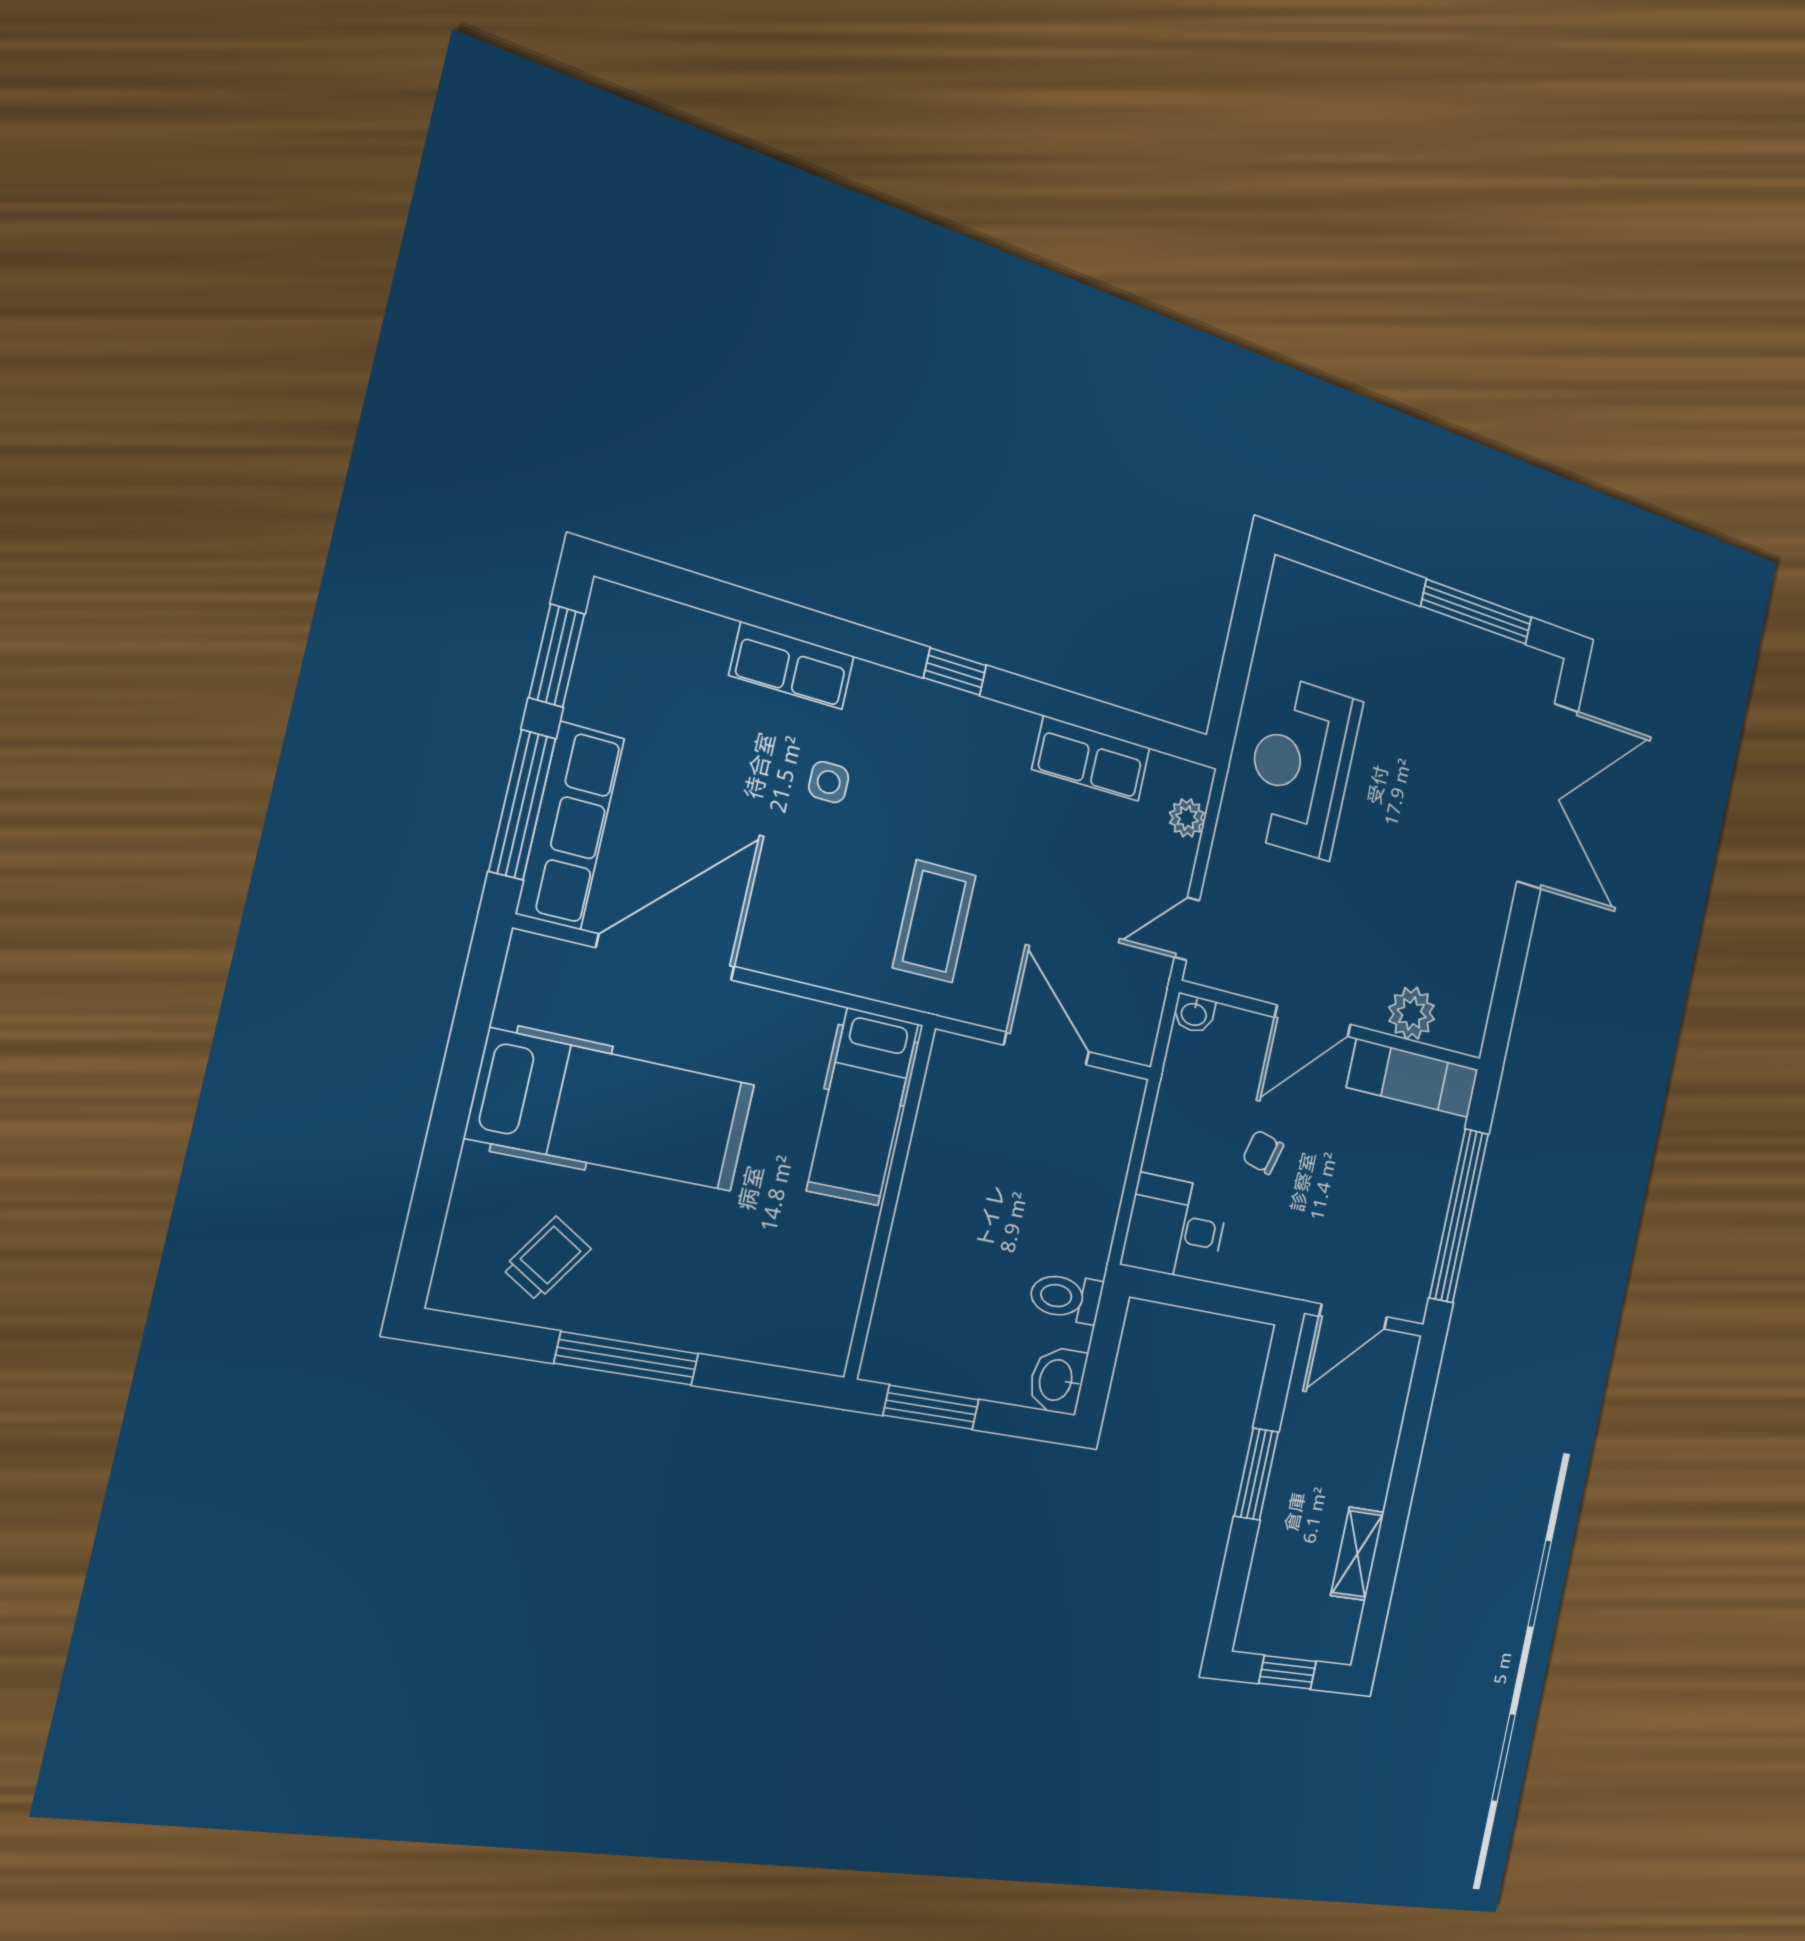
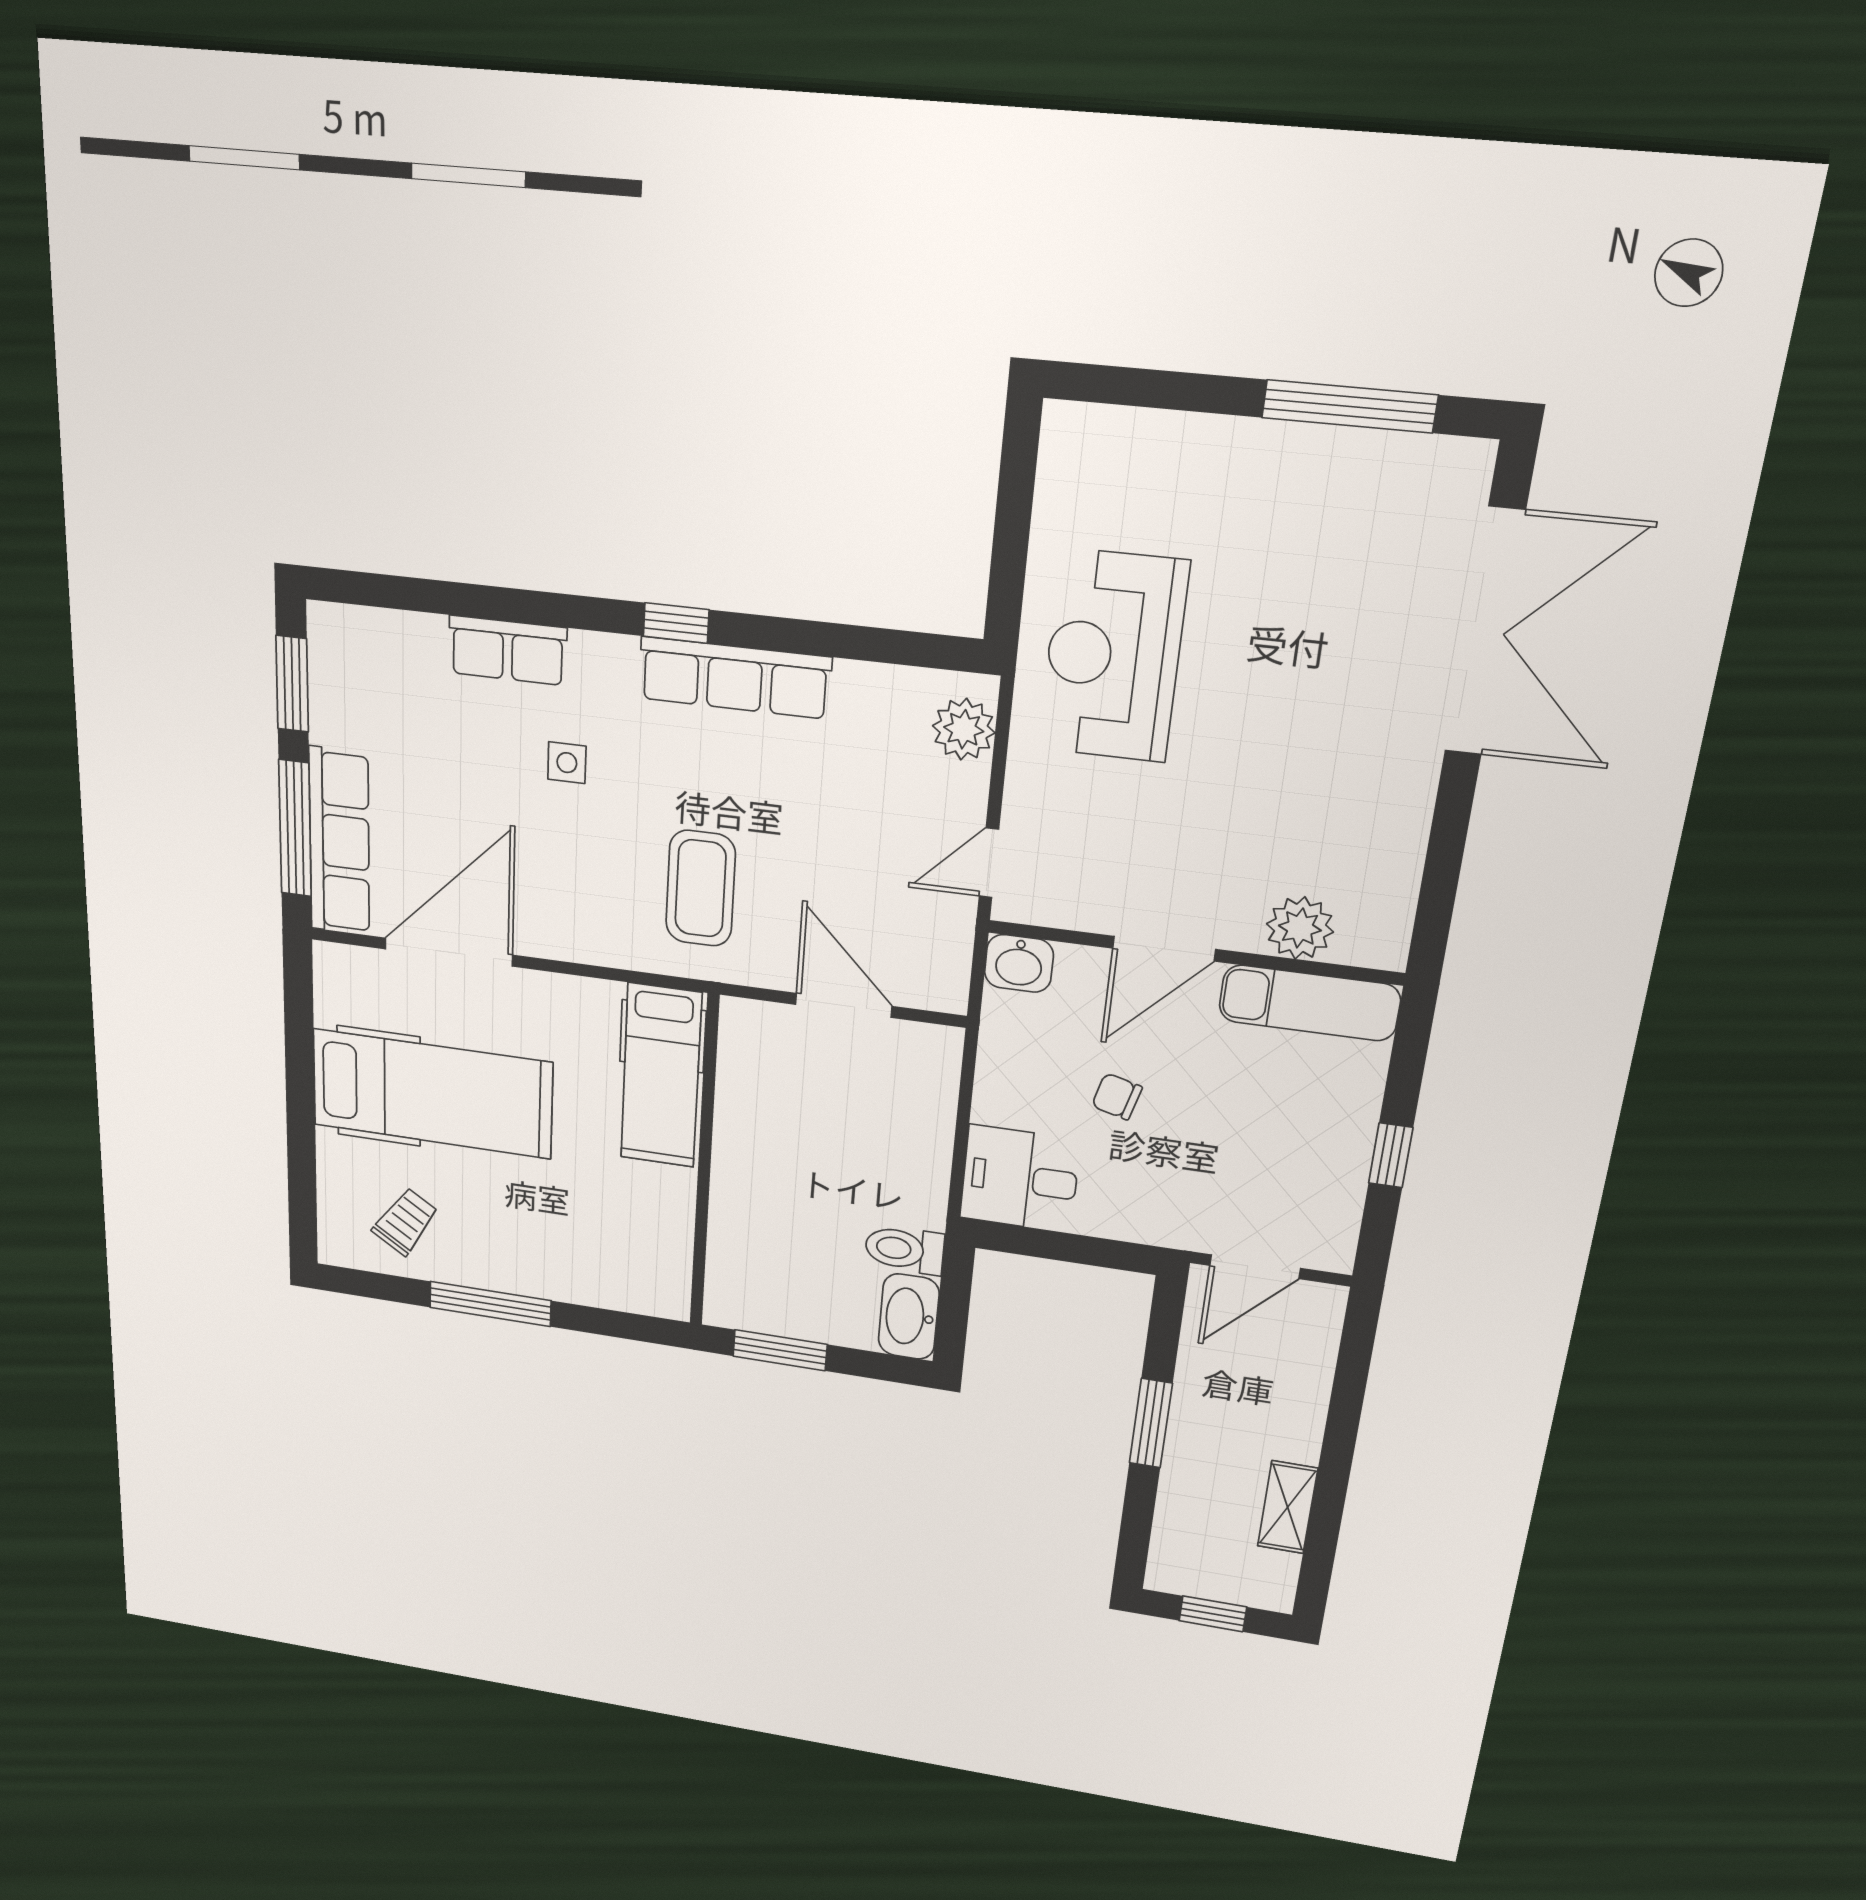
row of seats: (1091, 758) -> (735, 678), moved, width x1.48
plant: (1187, 818) -> (964, 729), width x1.38, depth x1.38
washbasin: (1194, 1013) -> (1019, 963), width x1.38, depth x1.45
window: (1459, 1216) -> (1391, 1155), width x0.32
washbasin: (1057, 1380) -> (909, 1317), width x1.38

